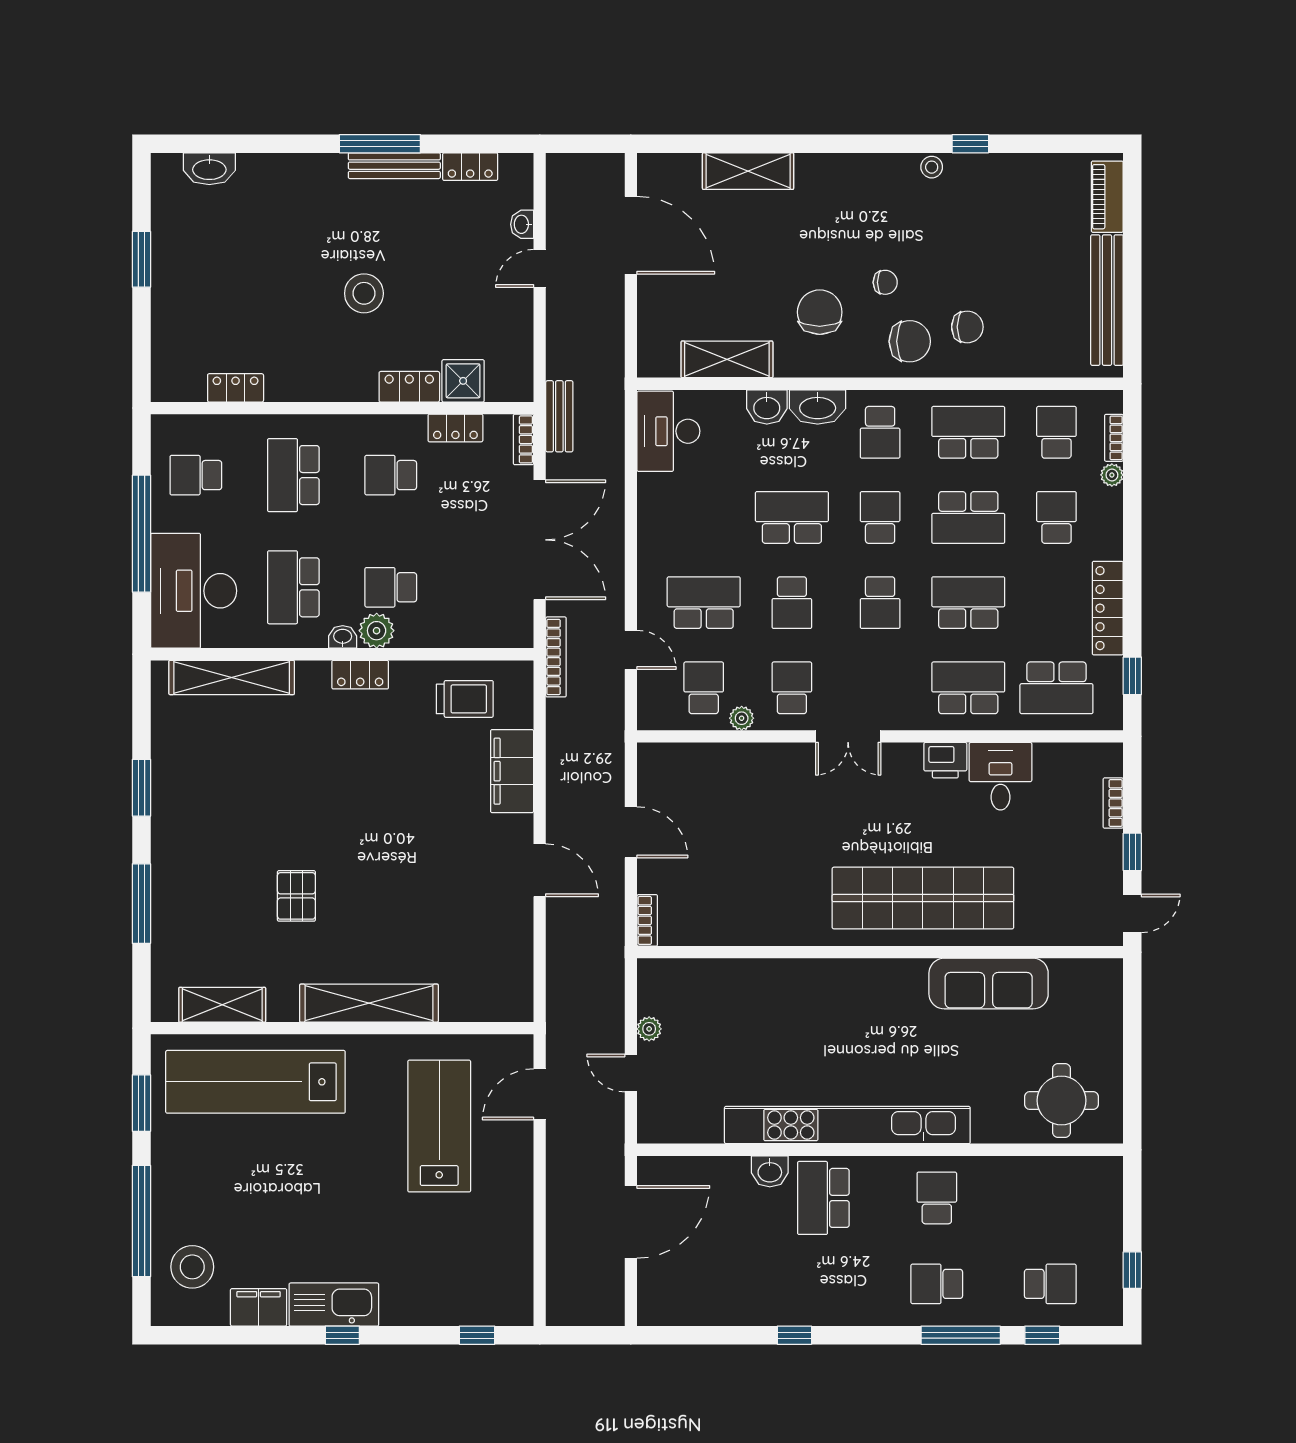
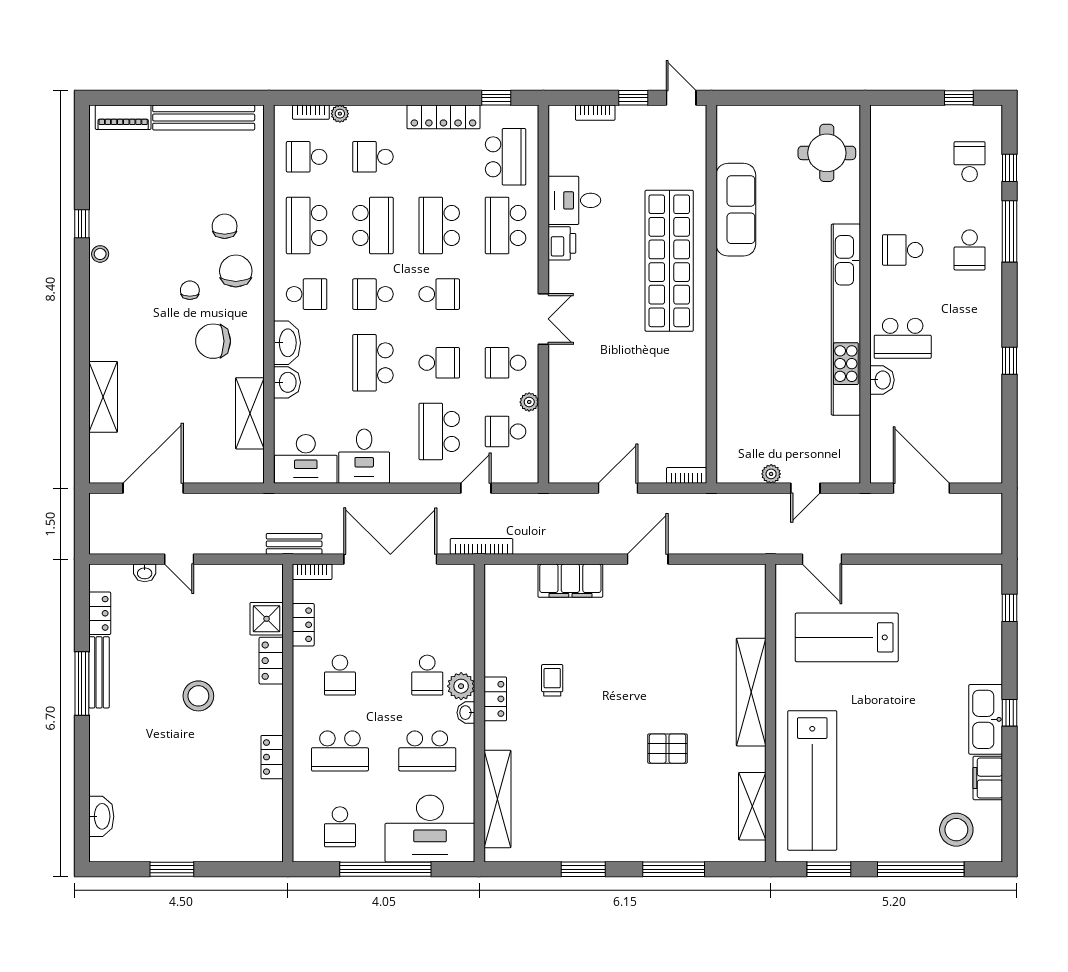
locker: (236, 388) -> (272, 757), moved
desk: (672, 506) -> (364, 456), added
trolley: (465, 699) -> (552, 680), moved, width x0.73, depth x0.72

